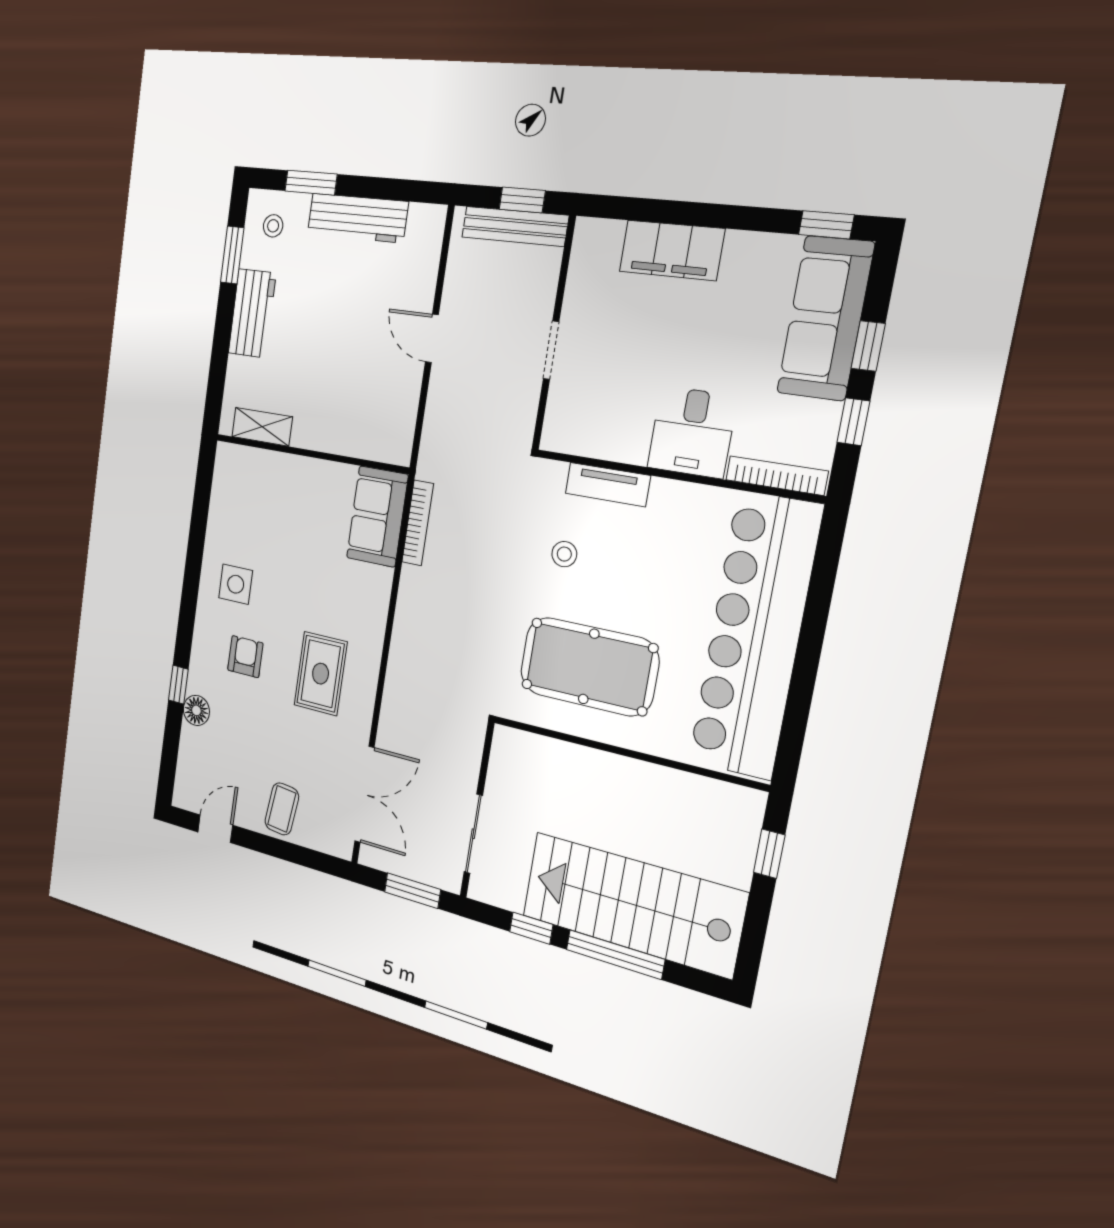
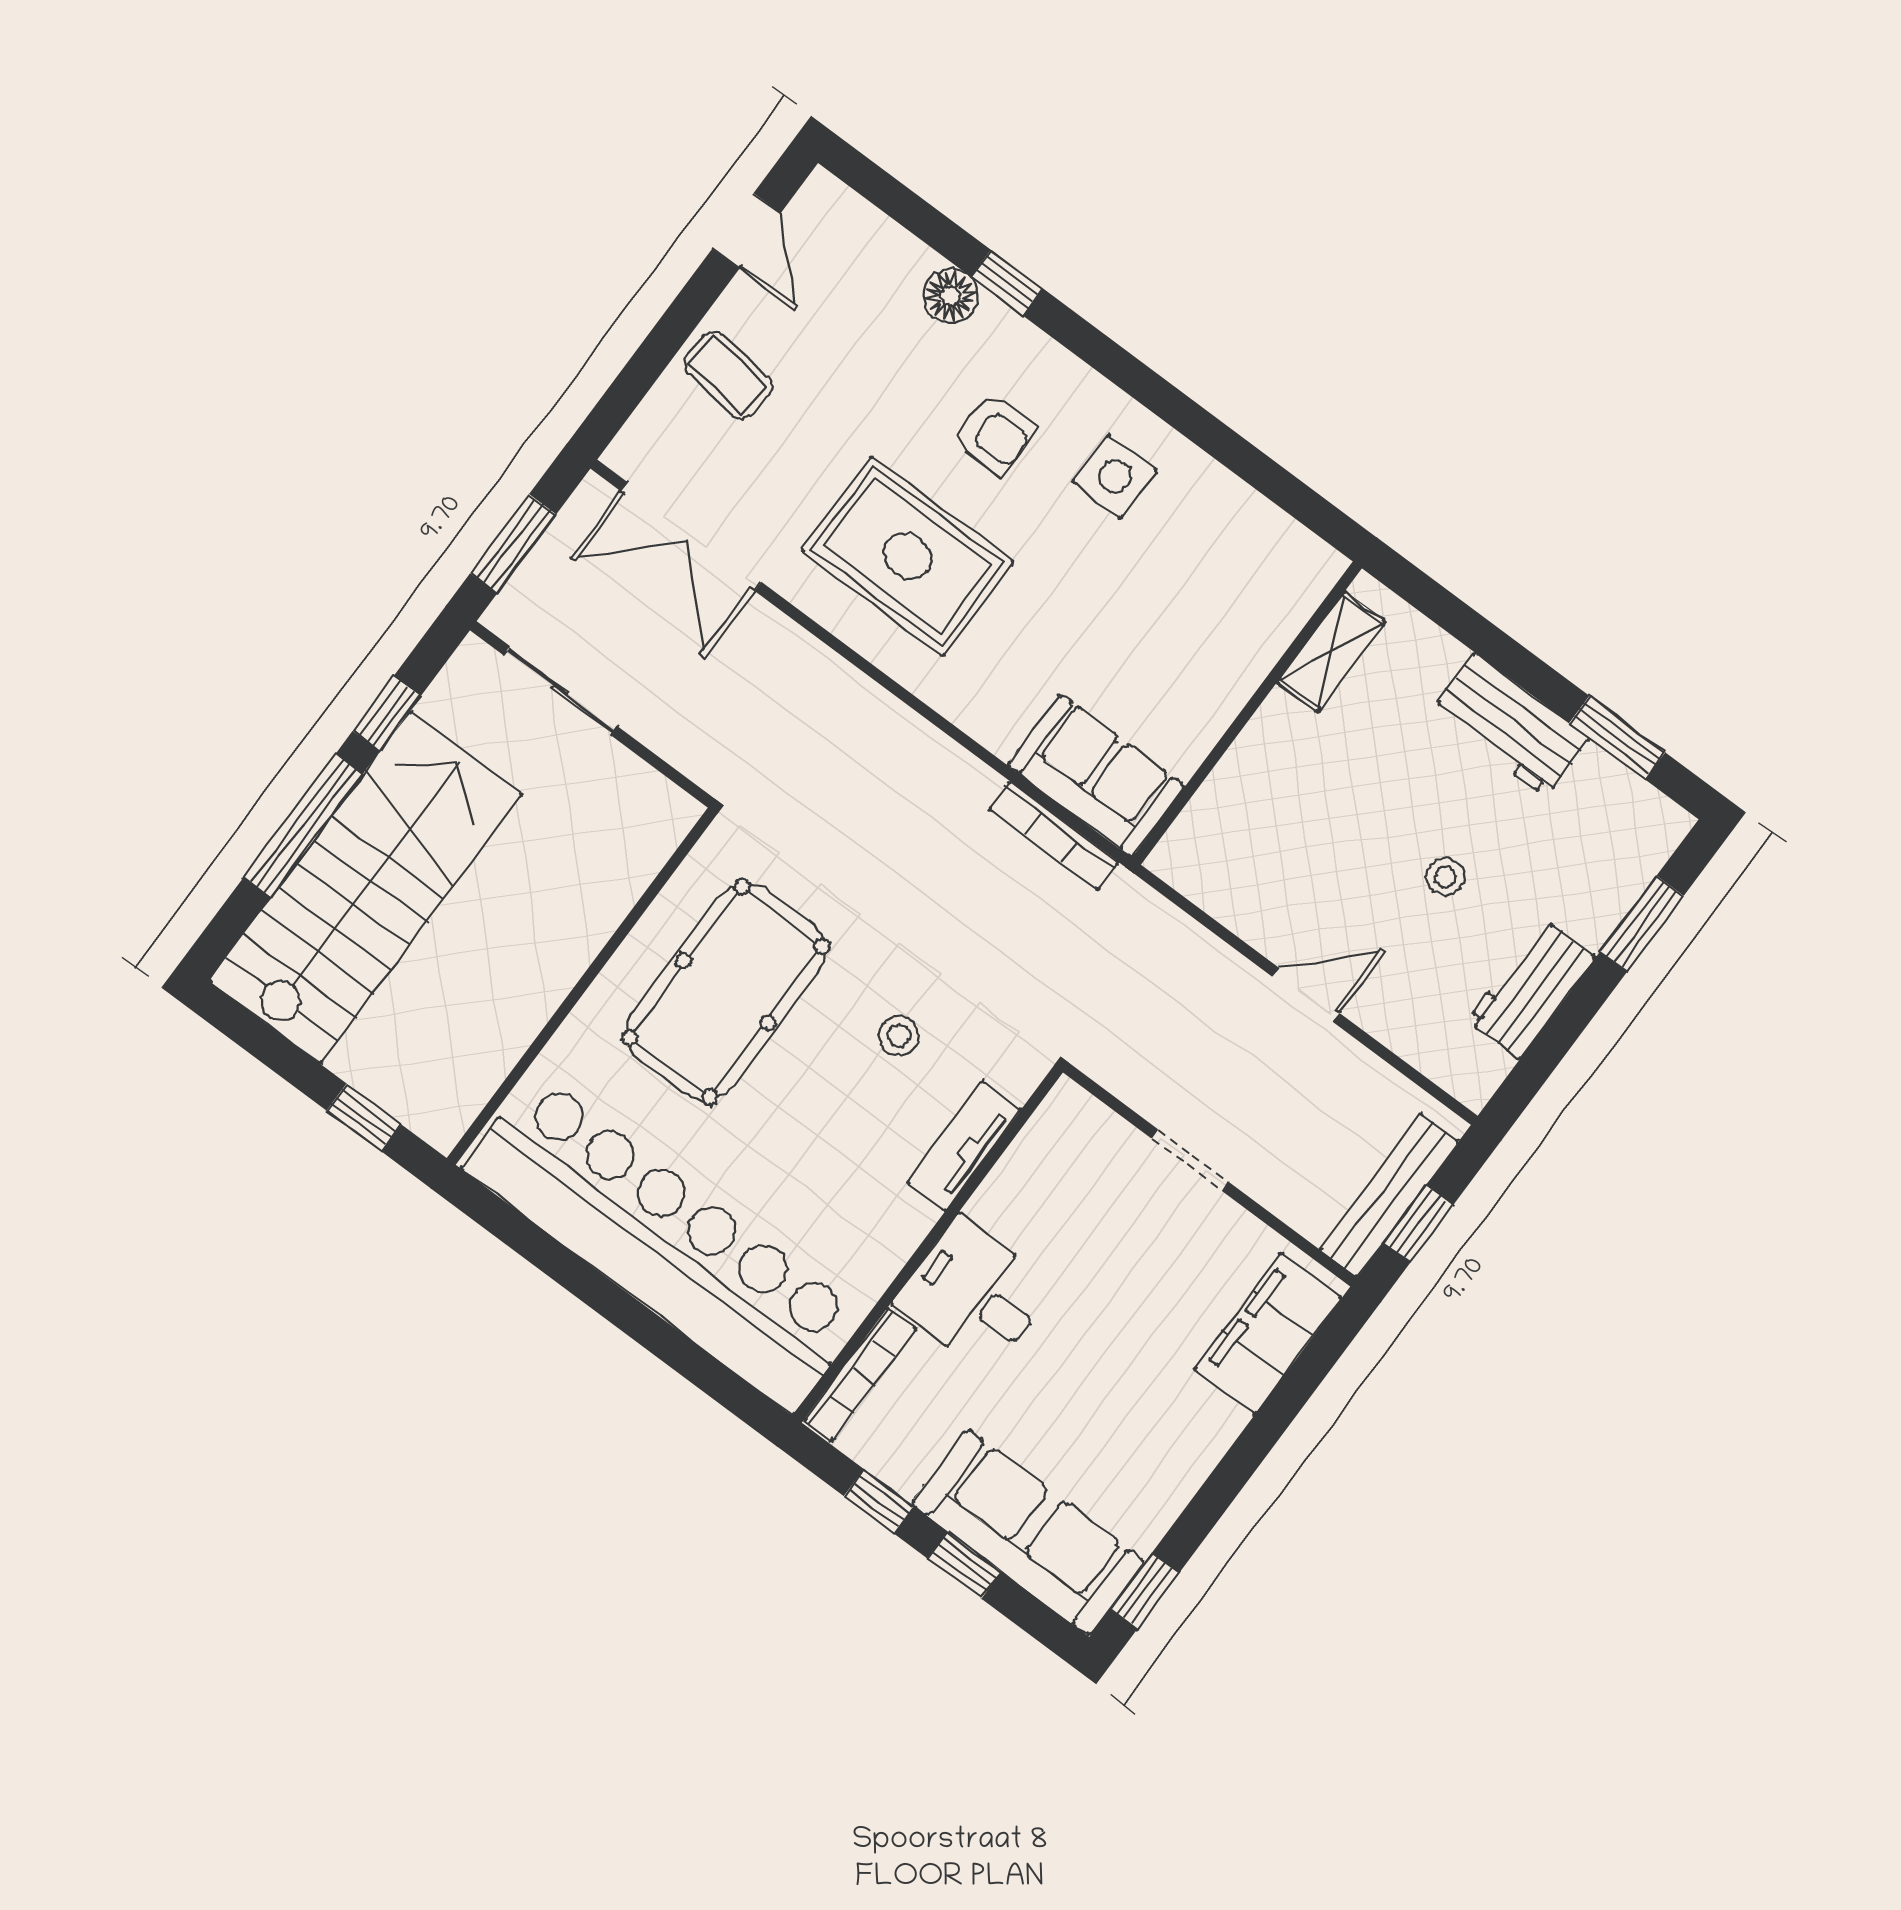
workbench: (357, 218) -> (1531, 989), width x0.73
stool: (273, 226) -> (1445, 877), moved
filing cabinet: (672, 250) -> (1268, 1334), moved
rug: (321, 674) -> (907, 556), width x1.36, depth x1.43

